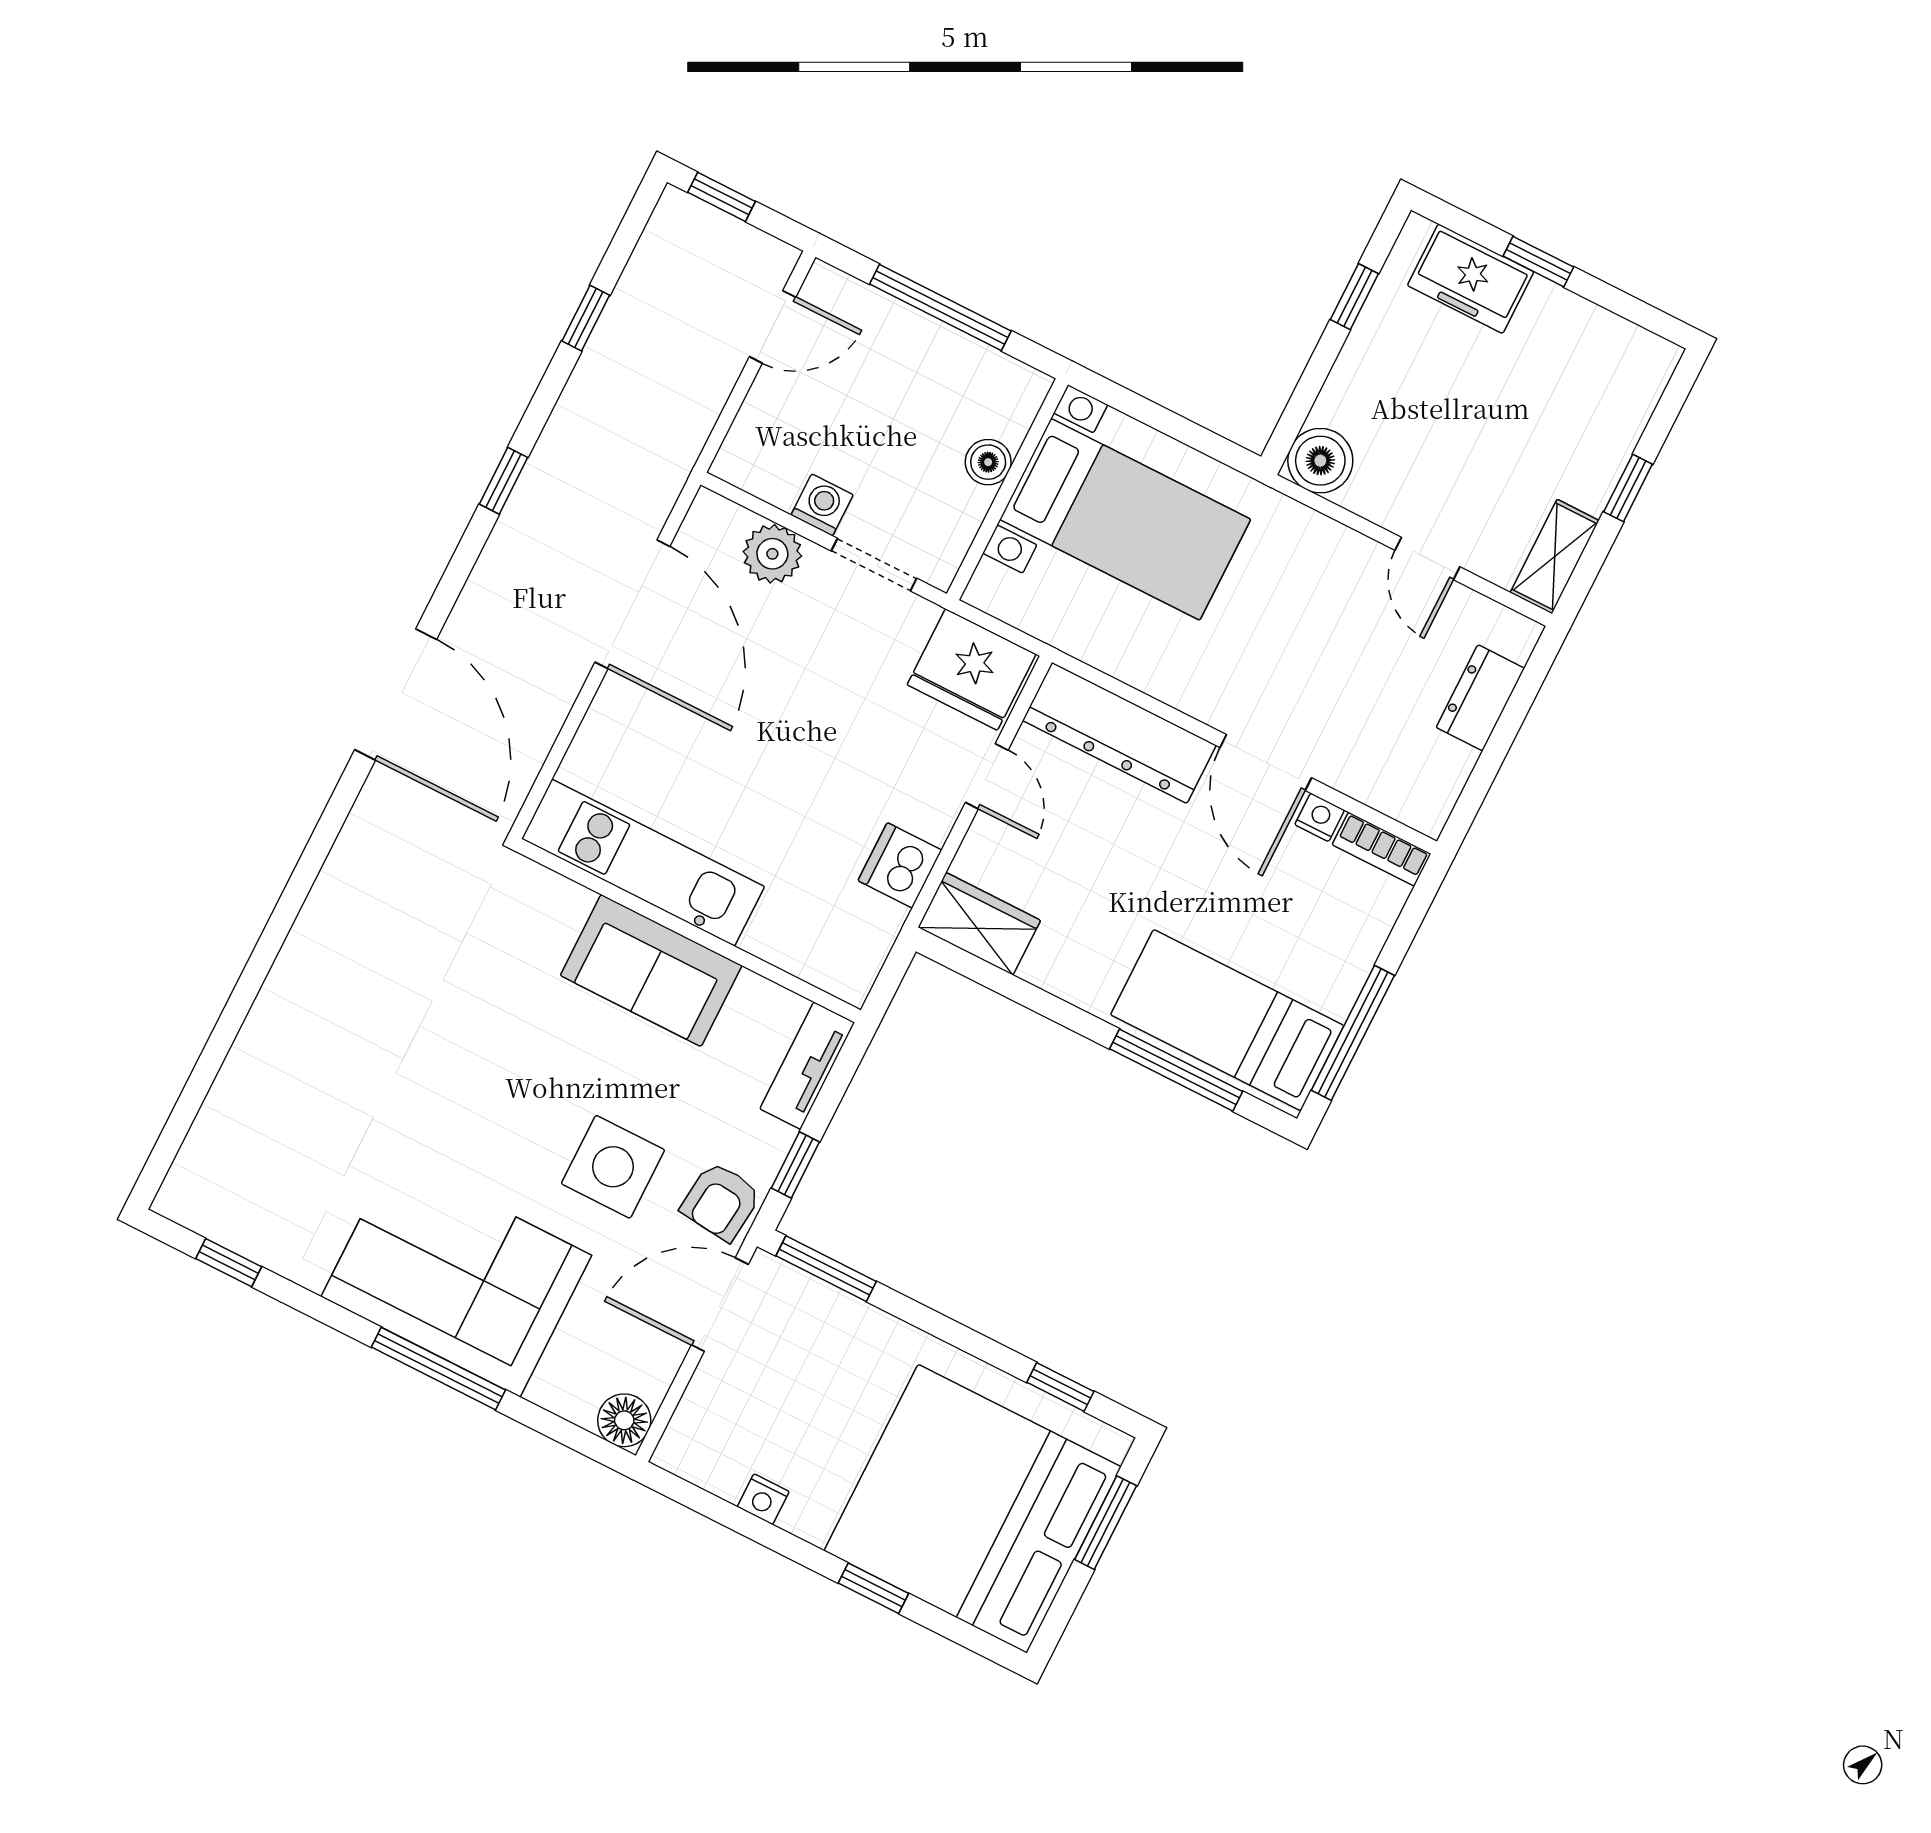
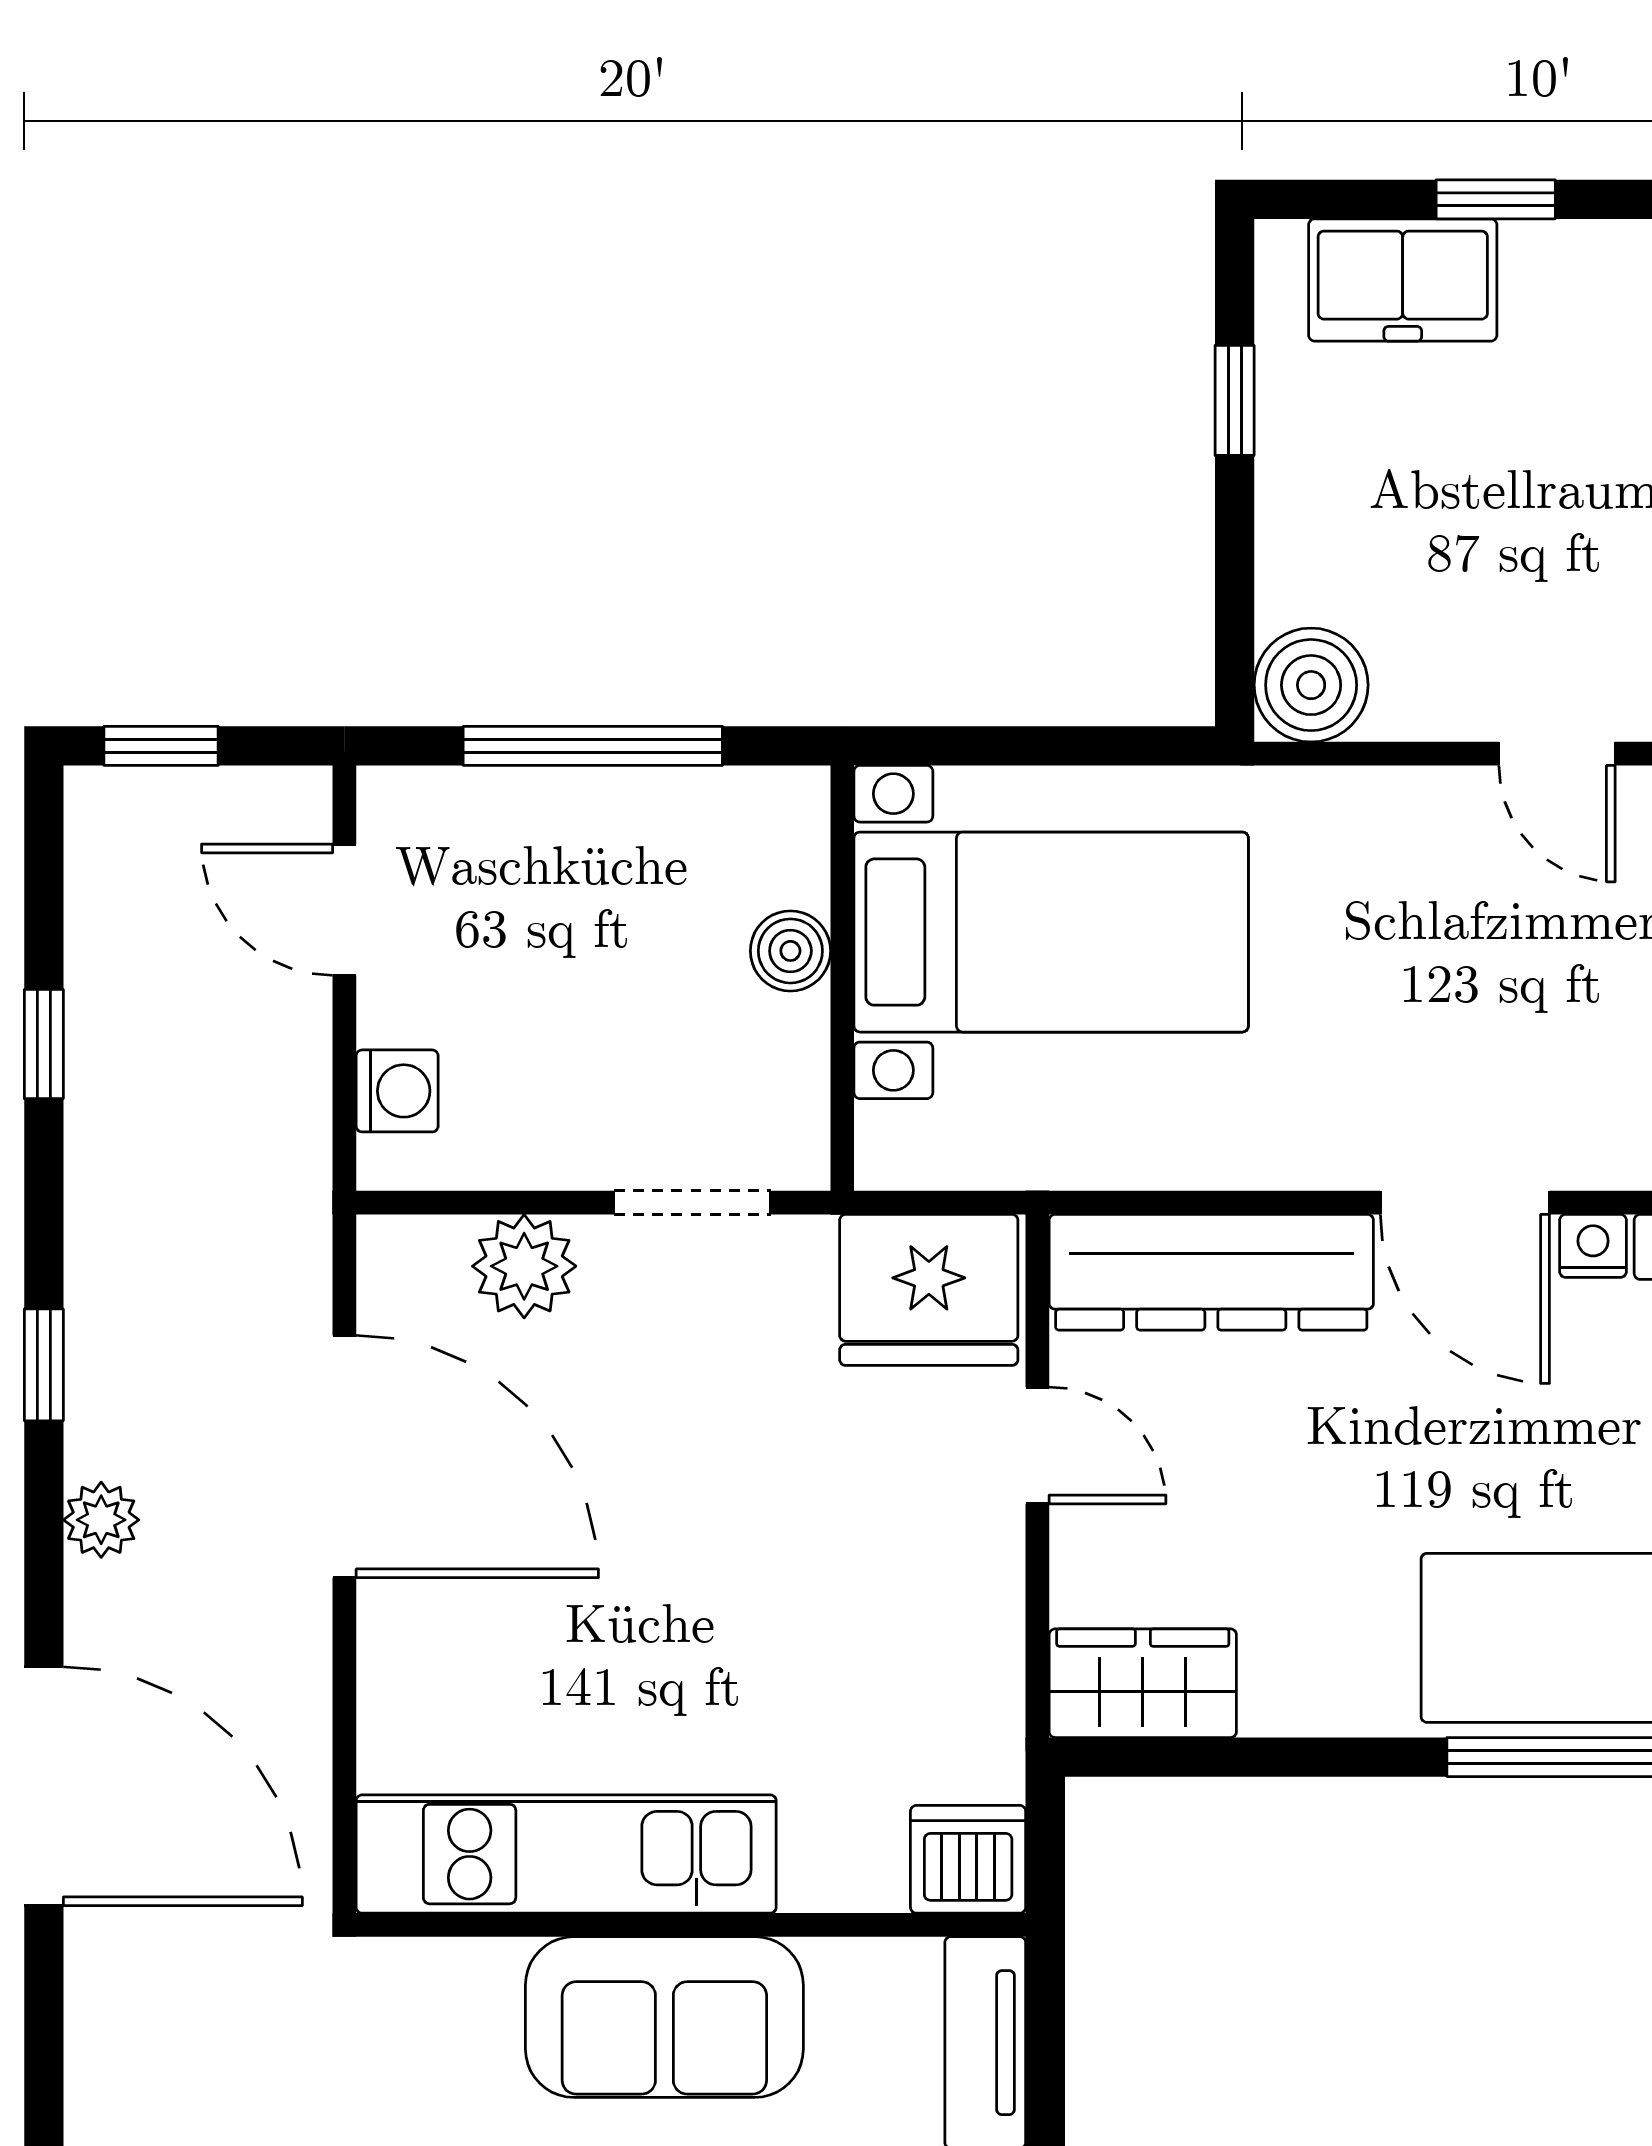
door: (773, 327) -> (344, 910), swing flipped
washing machine: (822, 505) -> (397, 1091), moved, turned 90
plant: (493, 574) -> (101, 1520), added
dishwasher: (900, 865) -> (968, 1859), moved, turned 90

